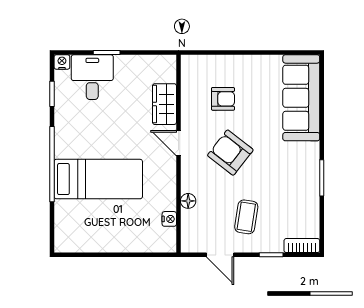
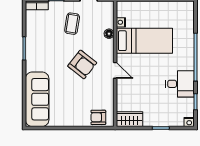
desk: (92, 77) -> (180, 84), moved, turned -90
armchair: (223, 99) -> (98, 117), moved
wardrobe: (164, 104) -> (130, 119), moved, turned -90
bed: (98, 179) -> (144, 41), moved, turned 180

